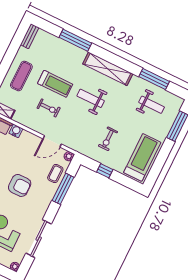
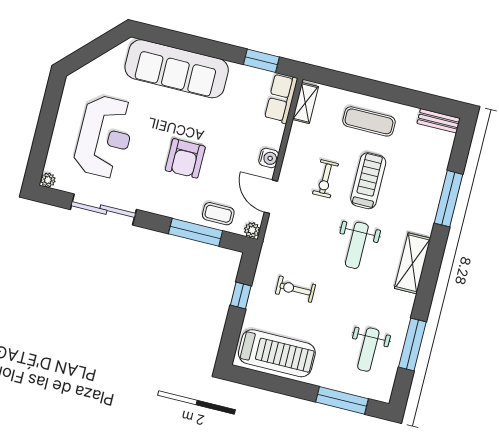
shelving: (108, 69) -> (412, 263), width x0.68
treadmill: (55, 84) -> (368, 181), turned 180
weight bench: (91, 98) -> (357, 245), turned 180
water cooler: (16, 131) -> (269, 158), moved

